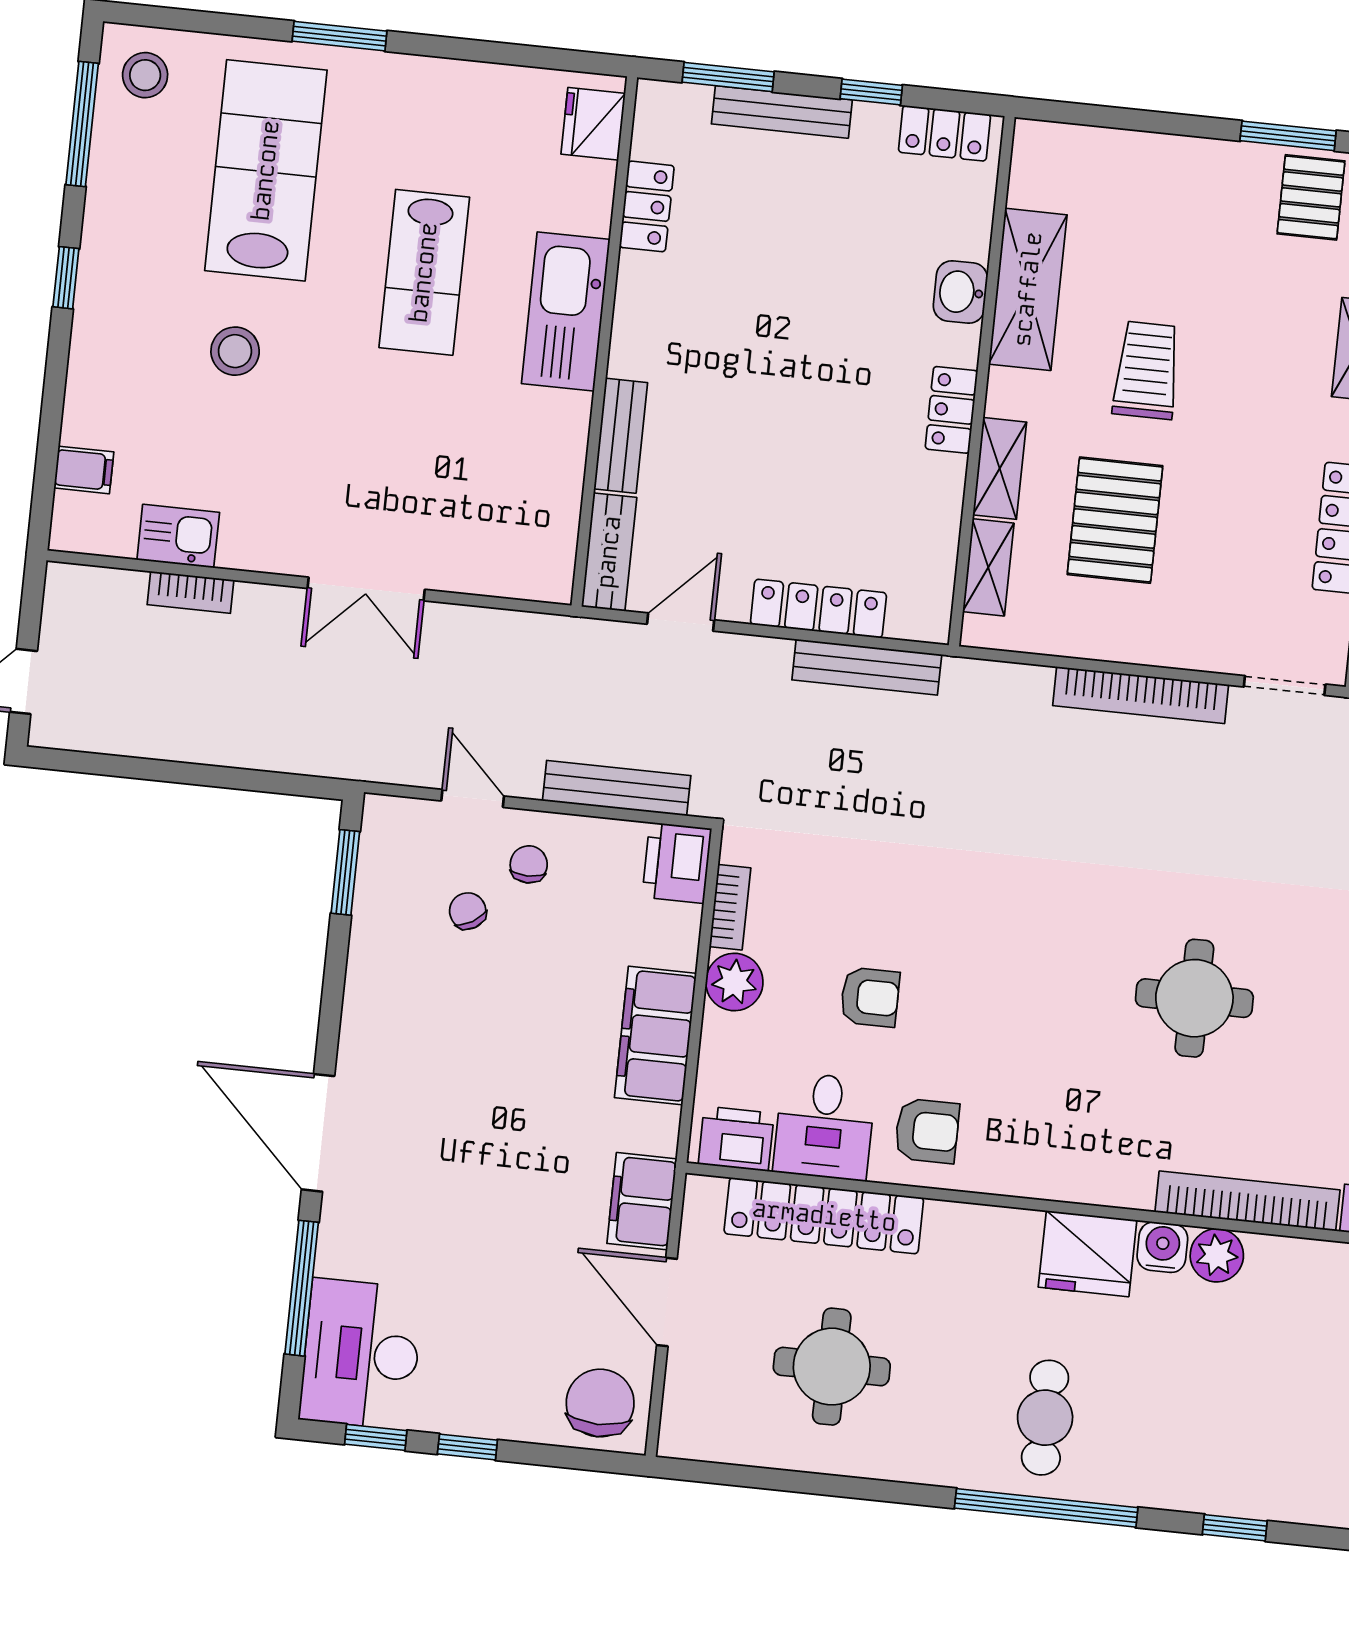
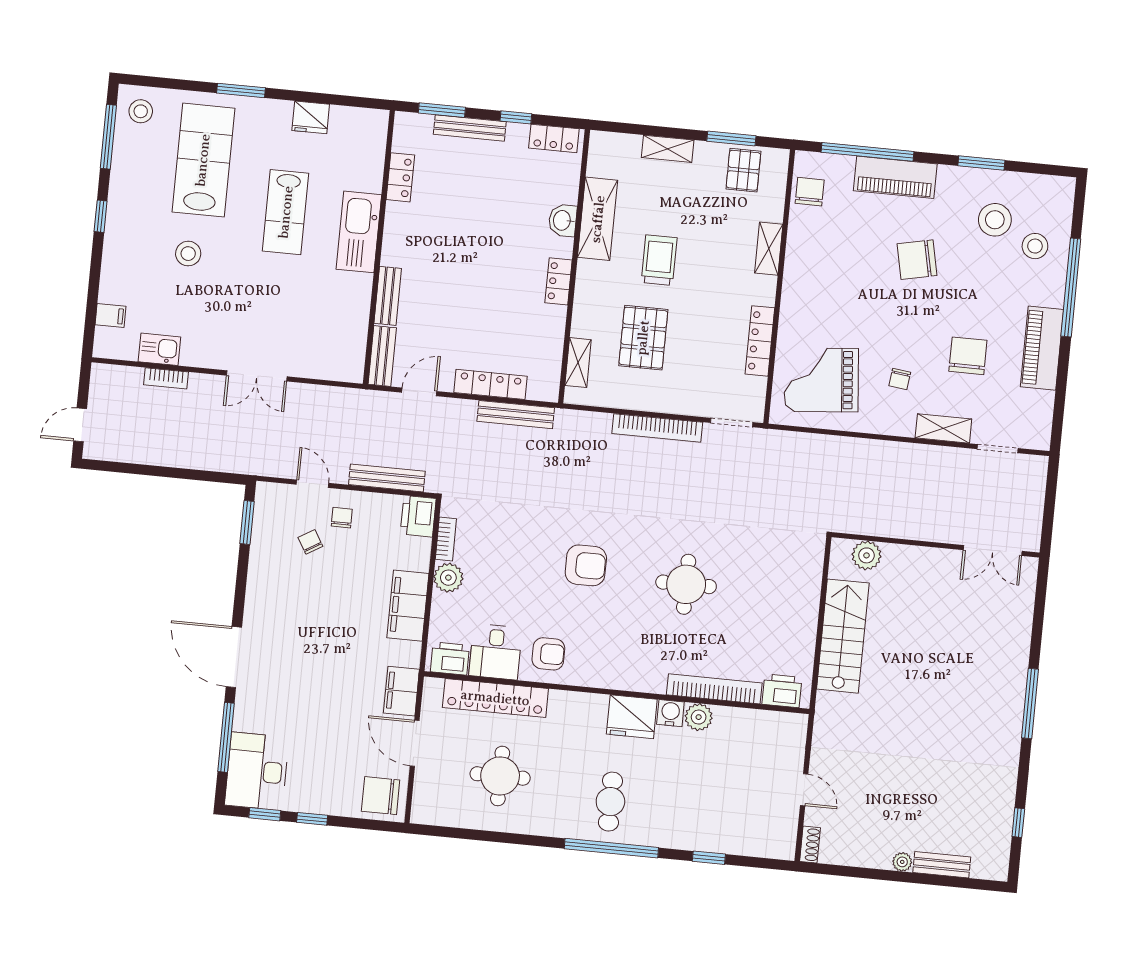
fridge: (593, 124) -> (311, 117), moved, turned -90
shelving: (1000, 468) -> (668, 149), moved, turned 90
armchair: (870, 997) -> (586, 565), moved, width x1.38, depth x1.38
chair: (600, 1403) -> (381, 796), turned -90

